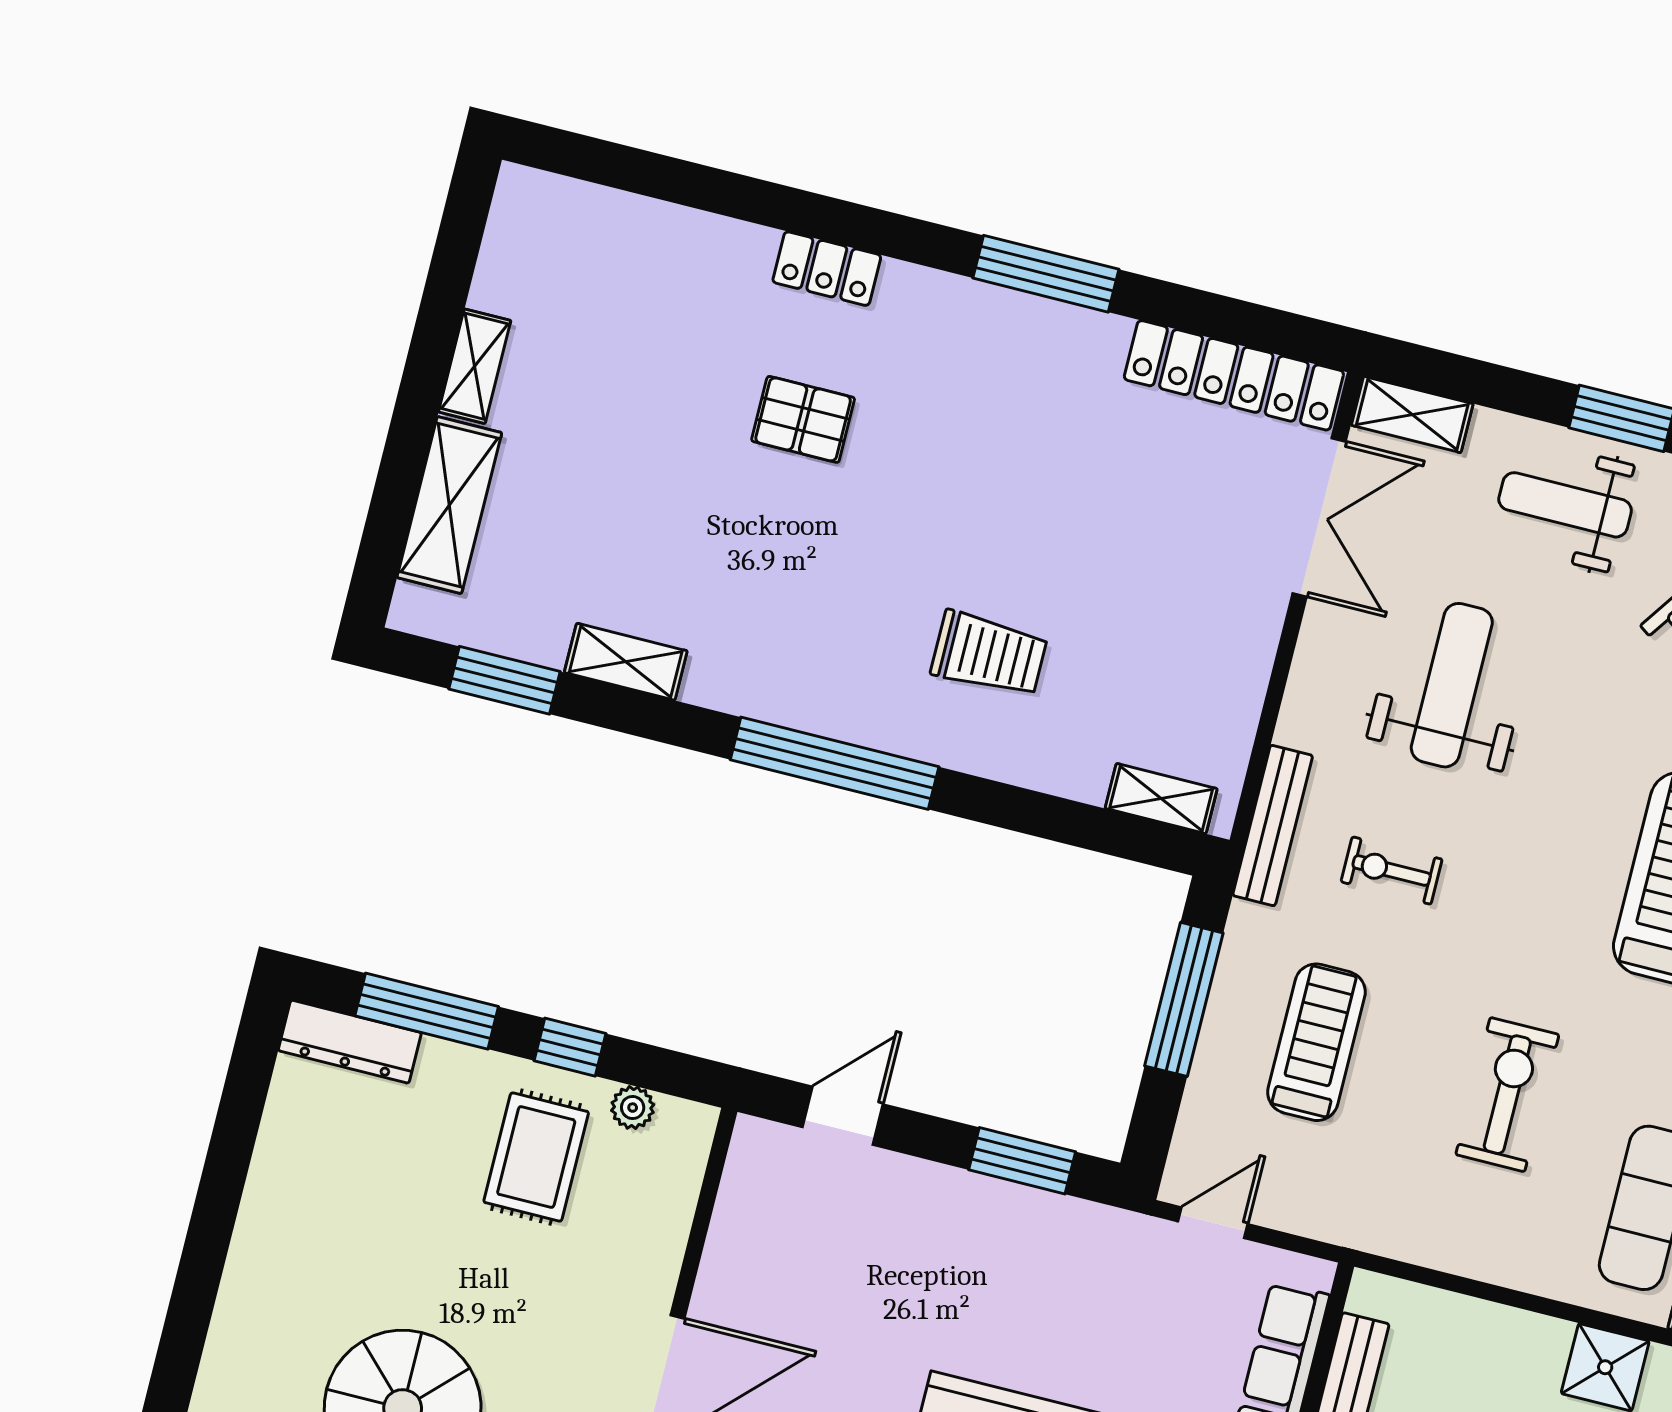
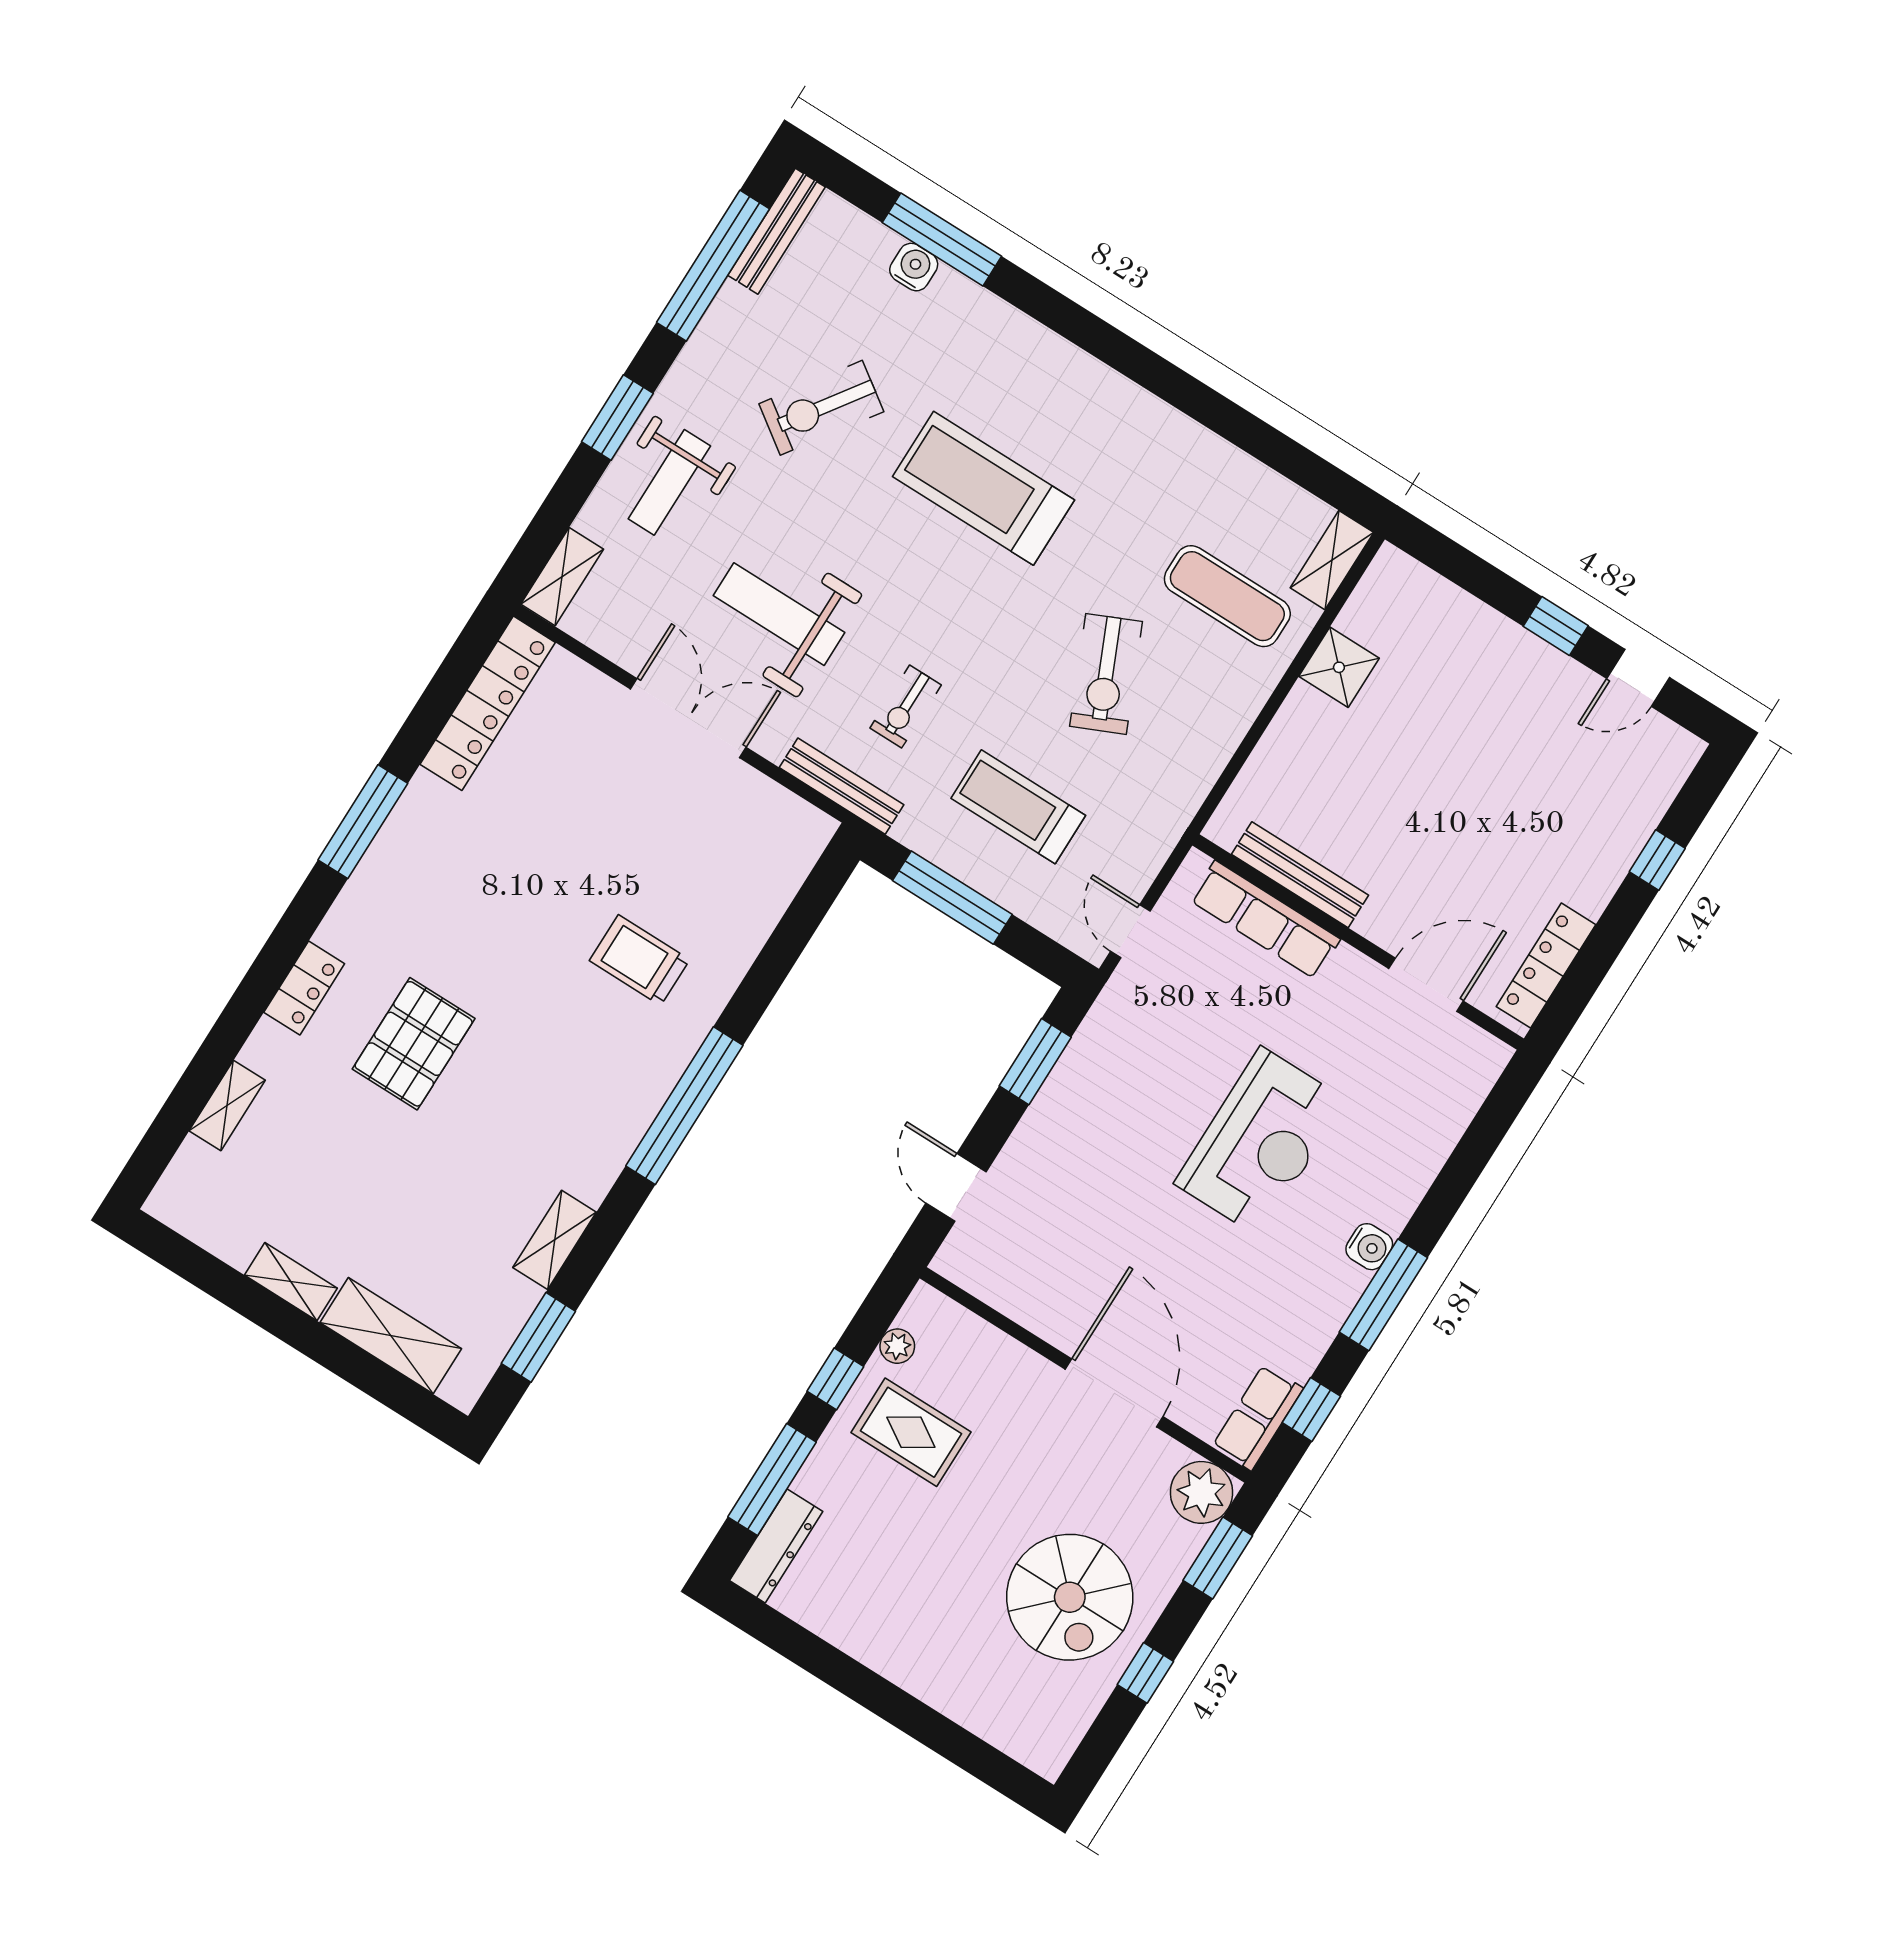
pallet: (803, 419) -> (414, 1044), width x1.50, depth x1.42
double door: (1319, 517) -> (688, 718), moved
trolley: (989, 654) -> (640, 960), turned -90
shelving: (1161, 799) -> (227, 1106), moved
exercise bike: (1507, 1095) -> (1106, 674), turned -114

